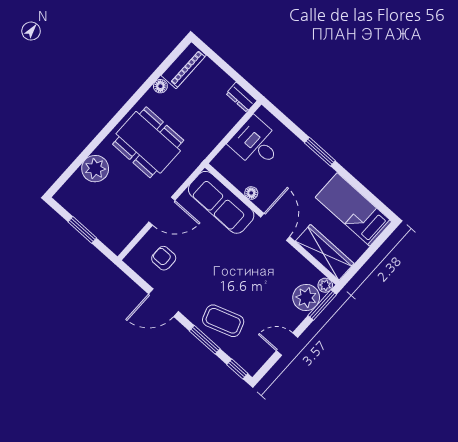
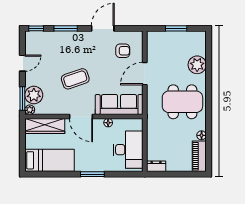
desk: (256, 143) -> (128, 150), width x1.37
coffee table: (223, 321) -> (75, 79), moved

